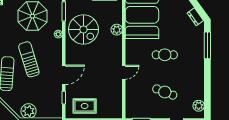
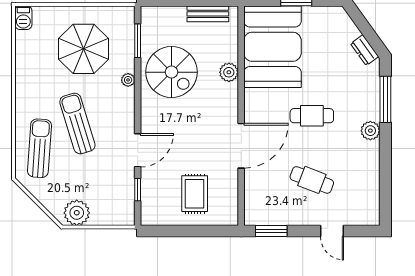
door: (124, 72) -> (241, 146), width x1.87
rug: (85, 106) -> (195, 194), moved, turned 90
plant: (199, 106) -> (370, 131), moved

